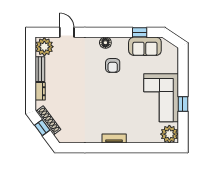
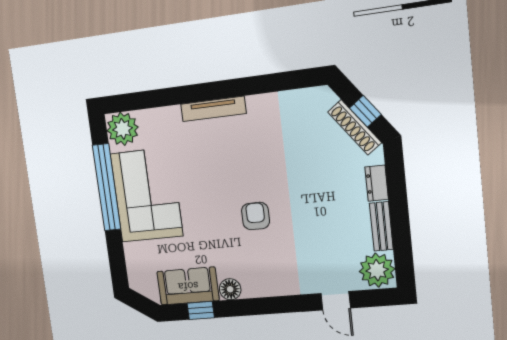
floor lamp: (105, 43) -> (230, 289), moved
armchair: (113, 66) -> (256, 216), moved
window: (183, 104) -> (107, 187), width x3.17
tv unit: (114, 138) -> (213, 109), width x1.41

